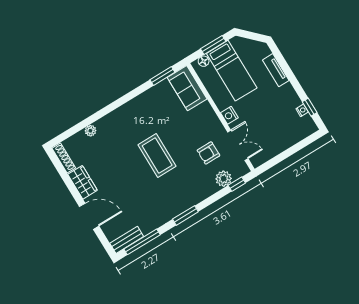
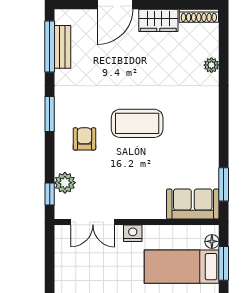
armchair: (208, 153) -> (84, 139), moved
bench: (127, 240) -> (62, 47), moved

